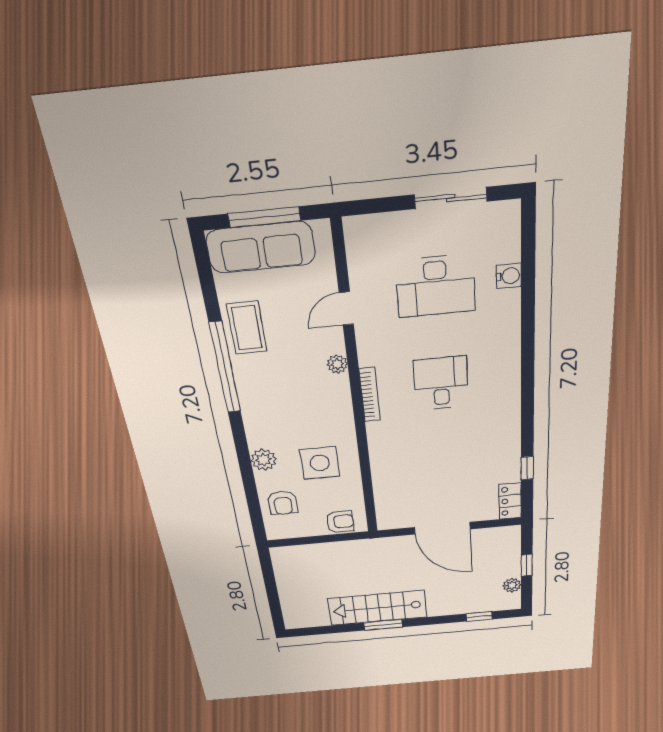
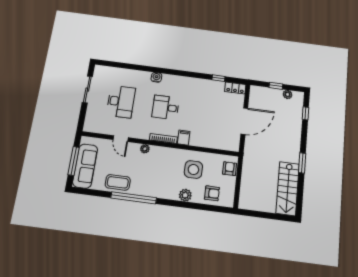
water cooler: (509, 276) -> (156, 77), moved
filing cabinet: (382, 432) -> (184, 138), added
stairs: (377, 608) -> (288, 188), moved

